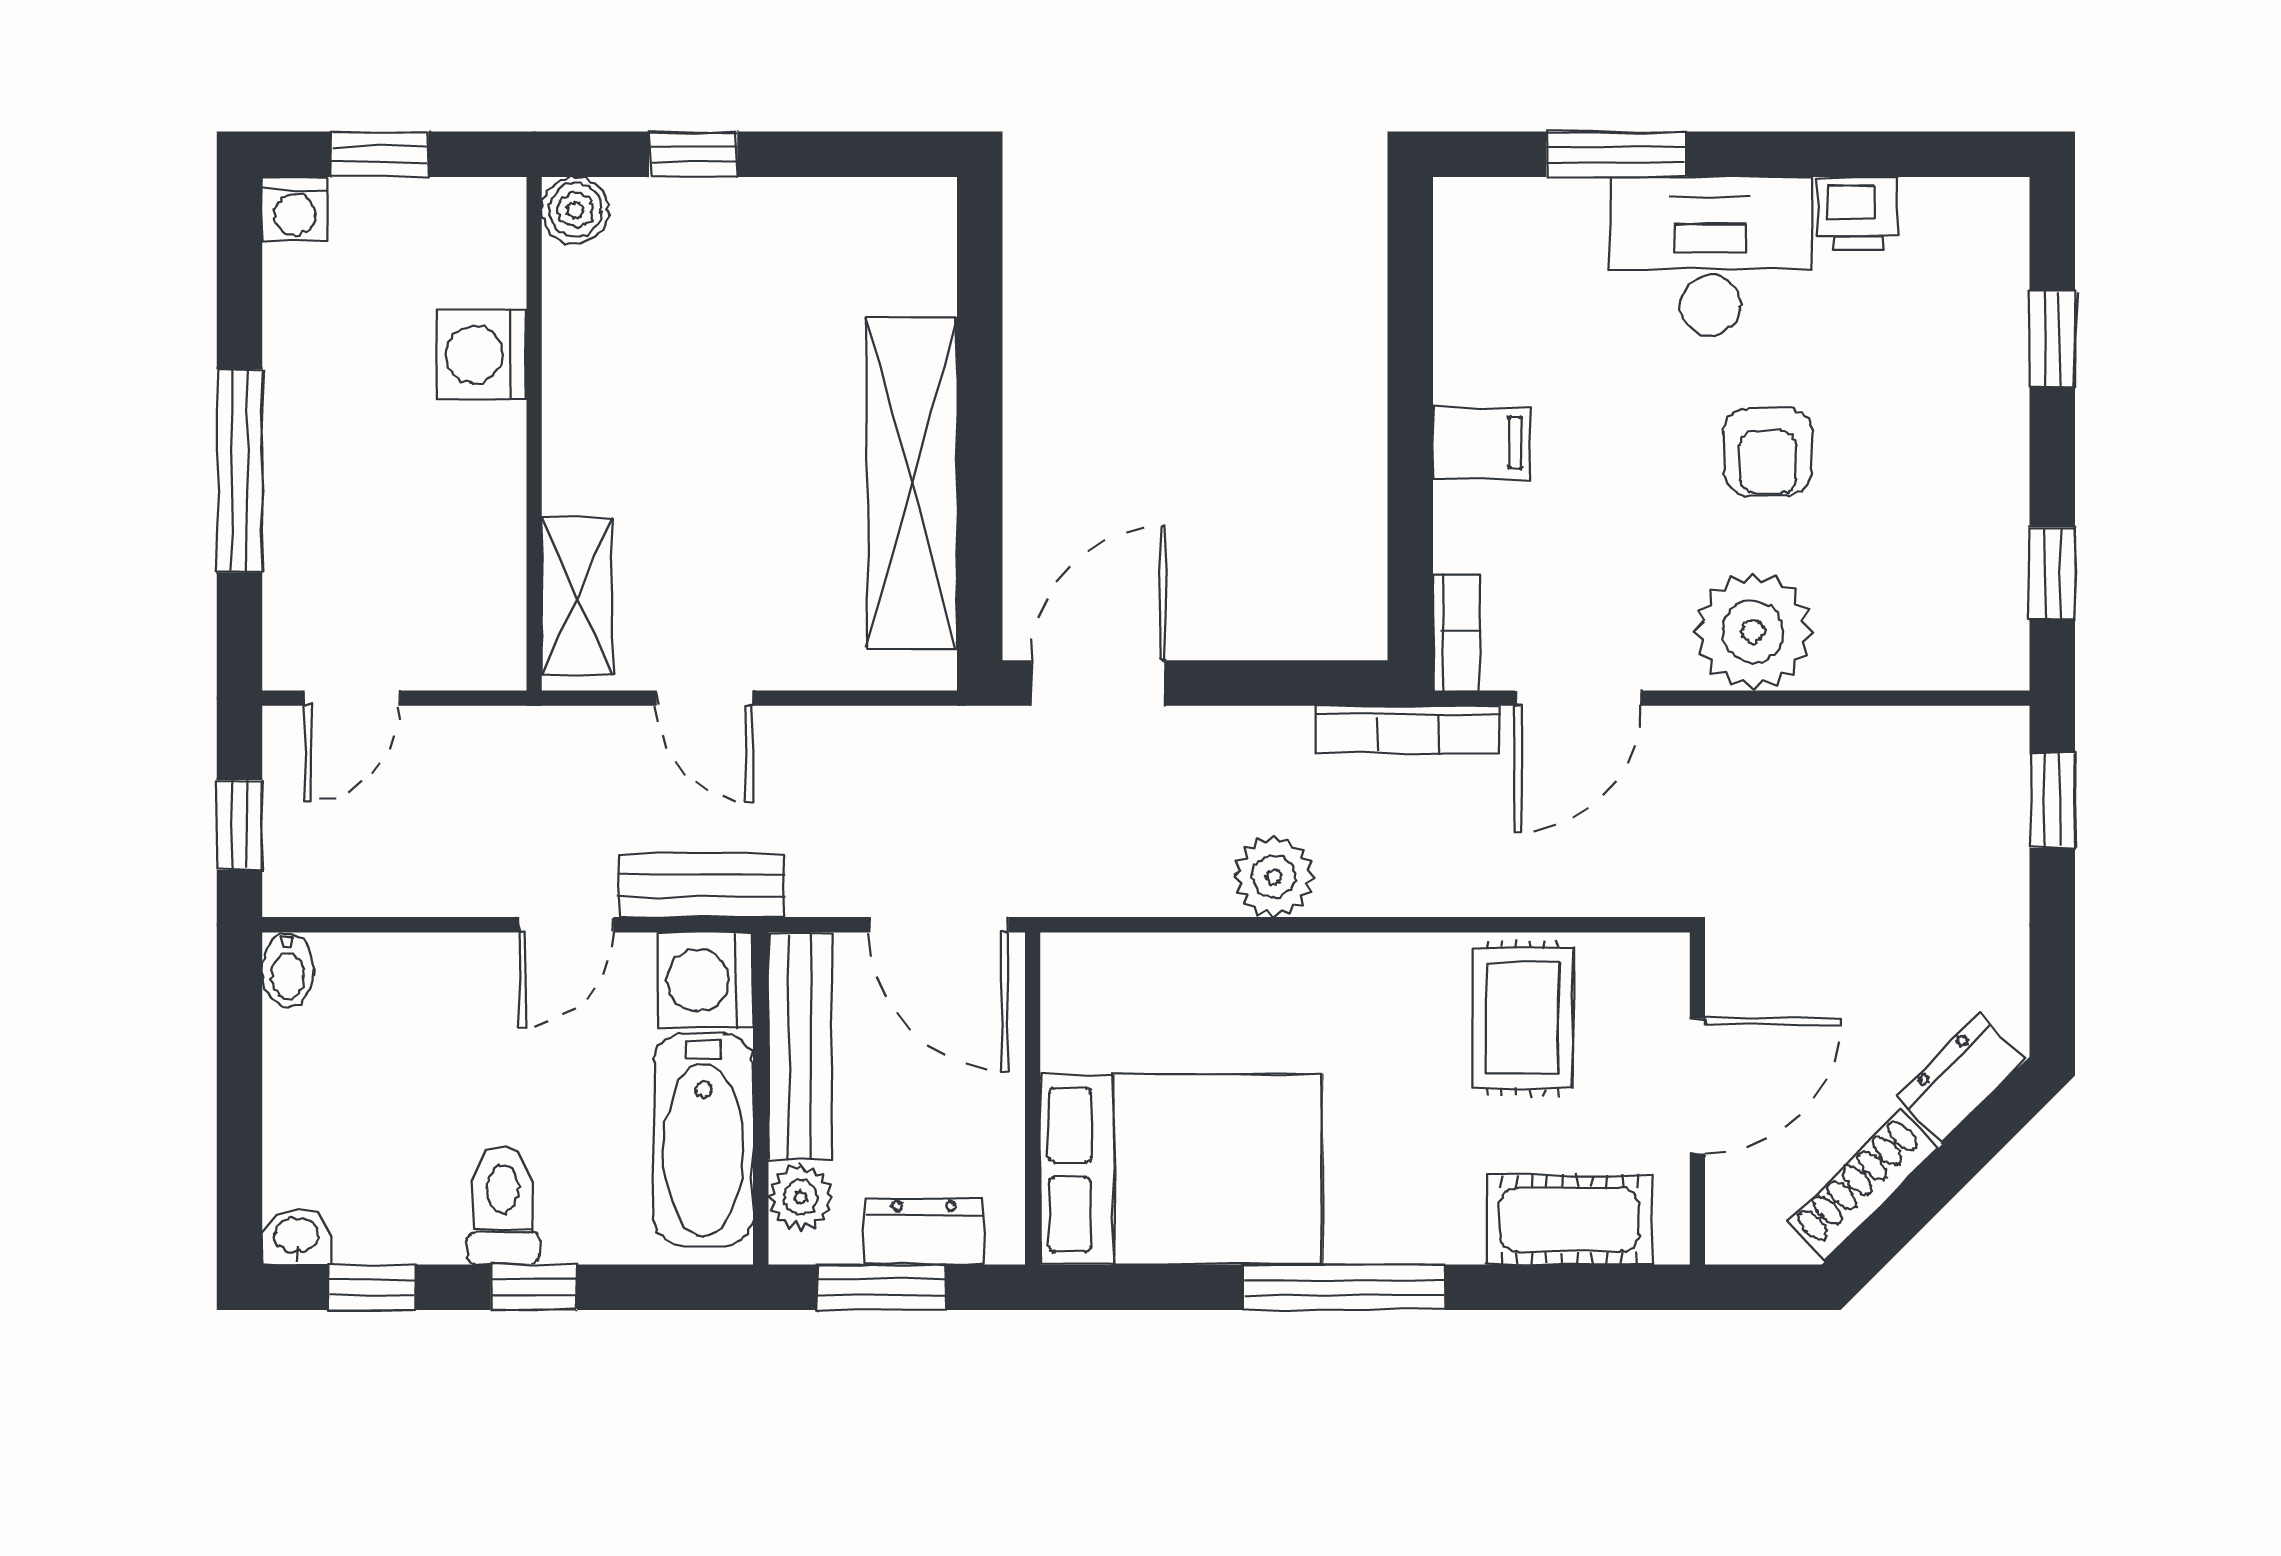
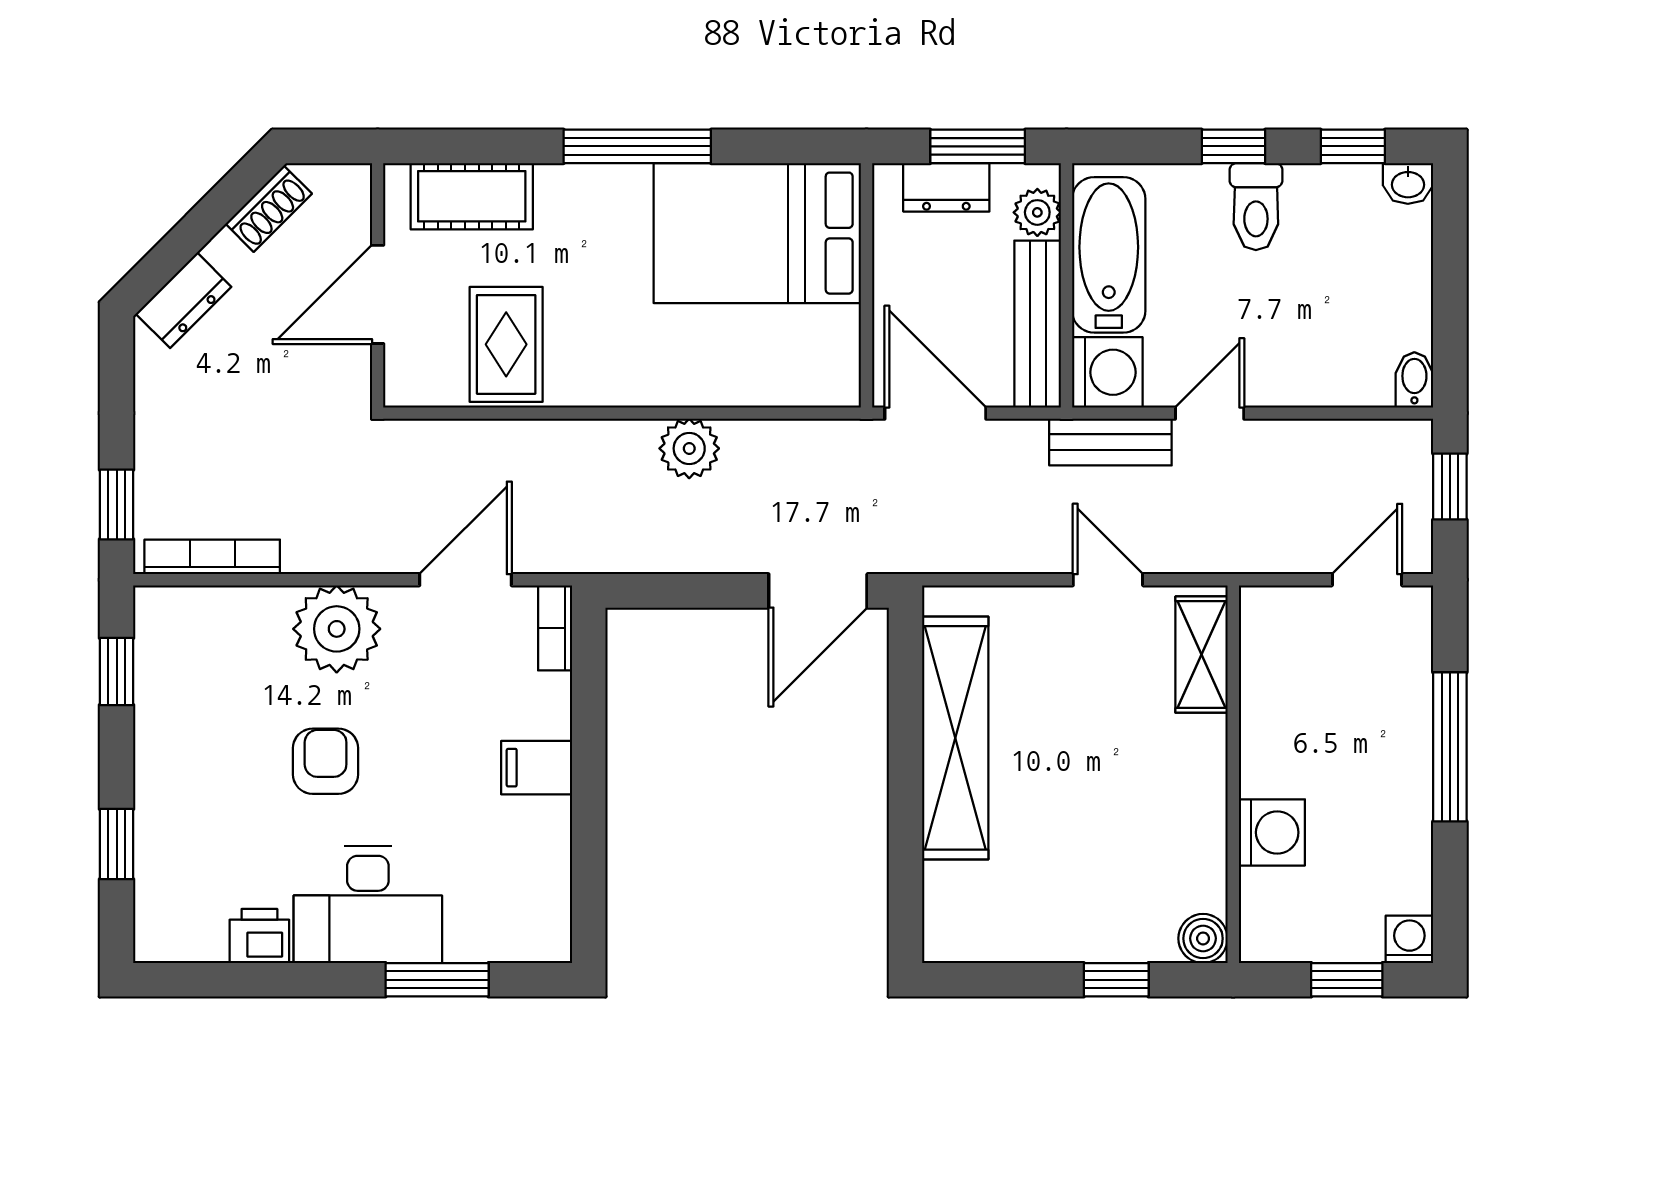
bookcase: (1408, 729) -> (212, 557), moved
shoe rack: (1862, 1186) -> (269, 209), width x0.70

